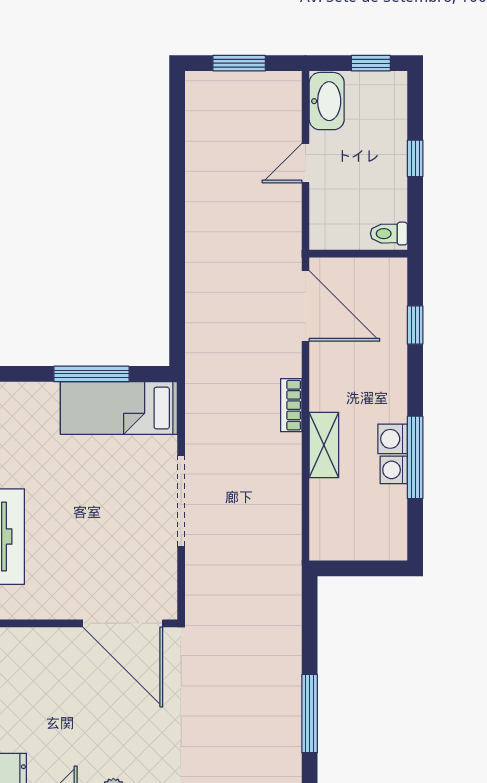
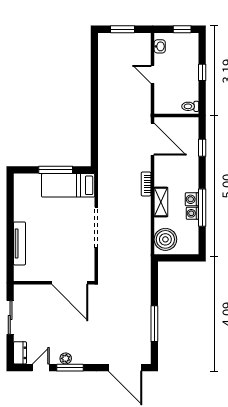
washbasin: (327, 101) -> (160, 46), width x0.52, depth x0.69
door: (305, 163) -> (153, 74), hinge flipped
boiler: (334, 528) -> (165, 239), added

